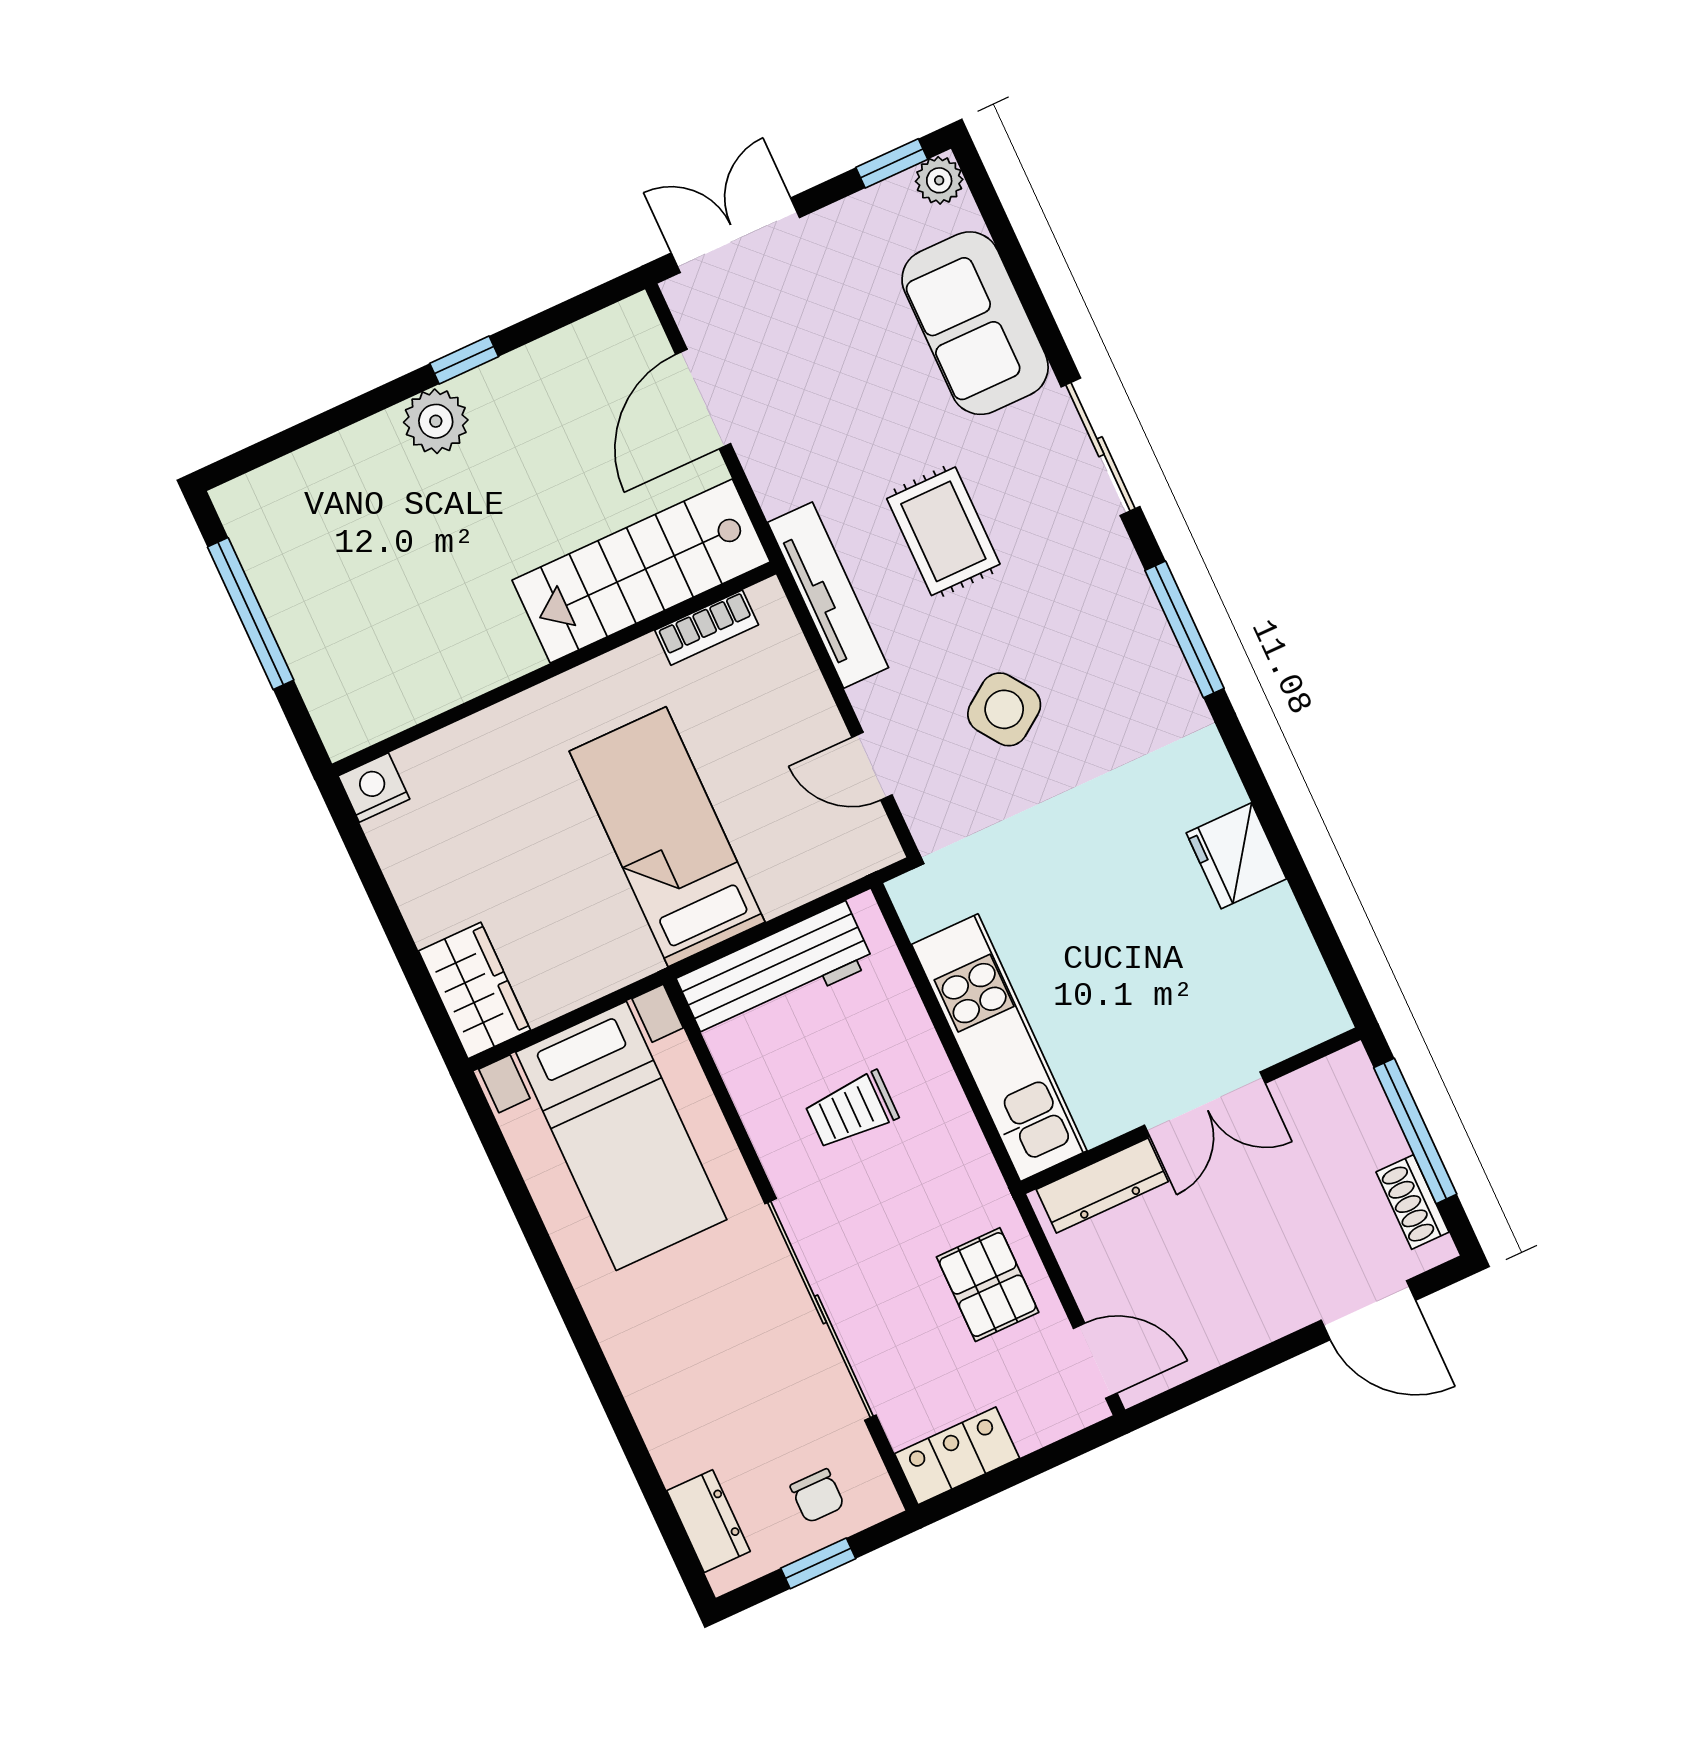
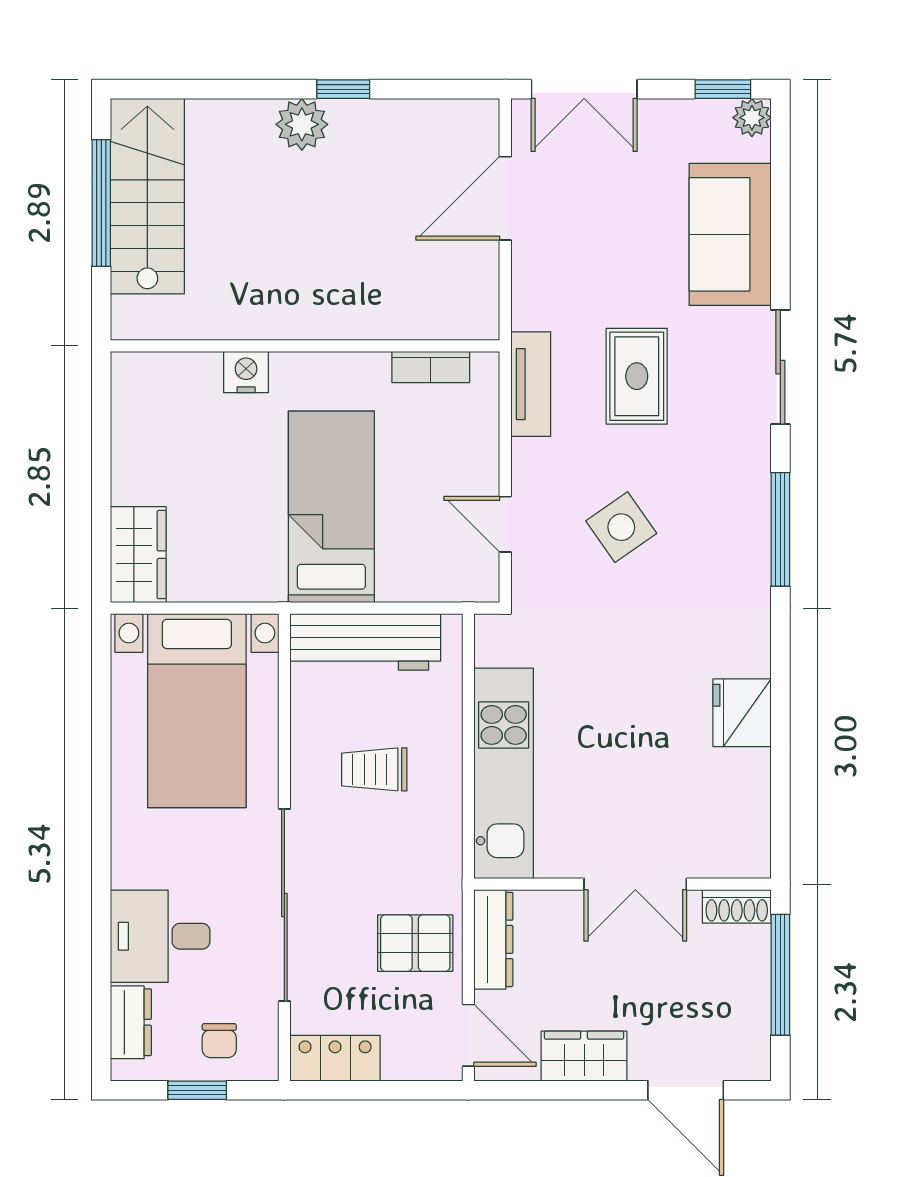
double door: (735, 235) -> (584, 89), swing flipped
stairs: (641, 571) -> (147, 196), moved, turned 90
tv unit: (828, 595) -> (531, 384), width x0.71
nightstand: (374, 788) -> (246, 372), moved
dresser: (1102, 1186) -> (493, 939), moved, turned -90
shoe rack: (1413, 1202) -> (737, 906), moved, turned -90
pallet: (988, 1285) -> (415, 943), turned 90
wardrobe: (1236, 1324) -> (584, 1056), added
desk: (697, 1409) -> (160, 936), added

